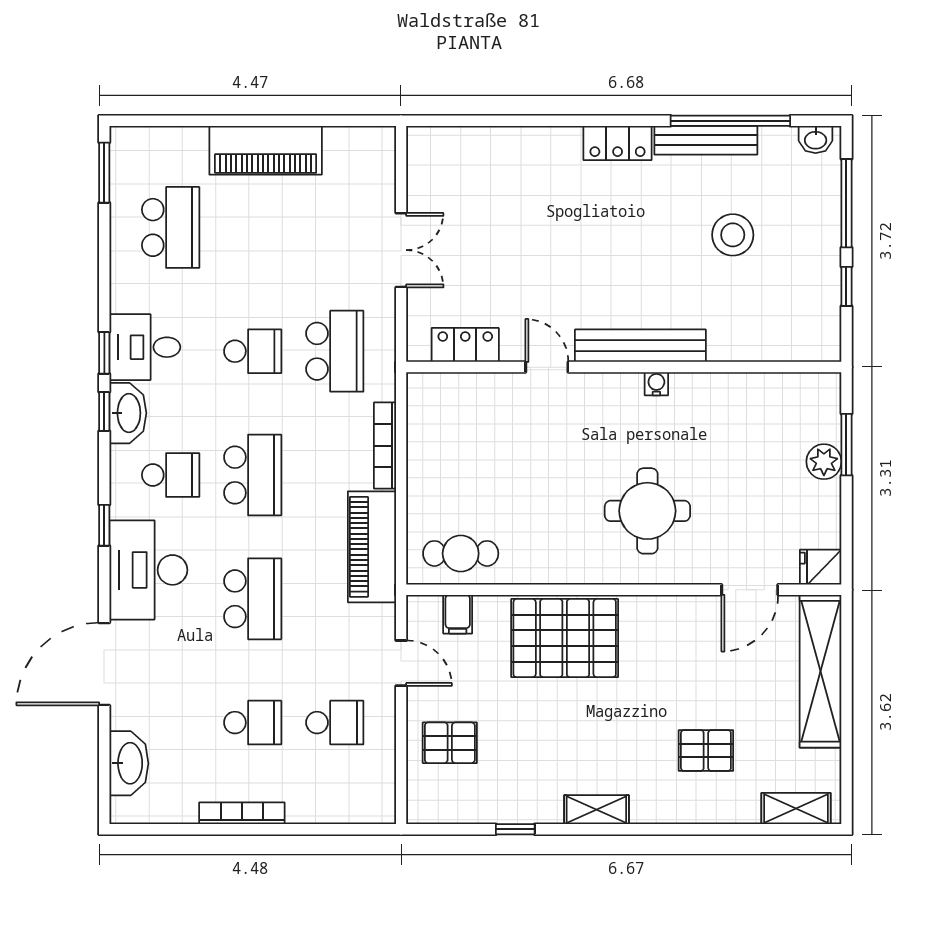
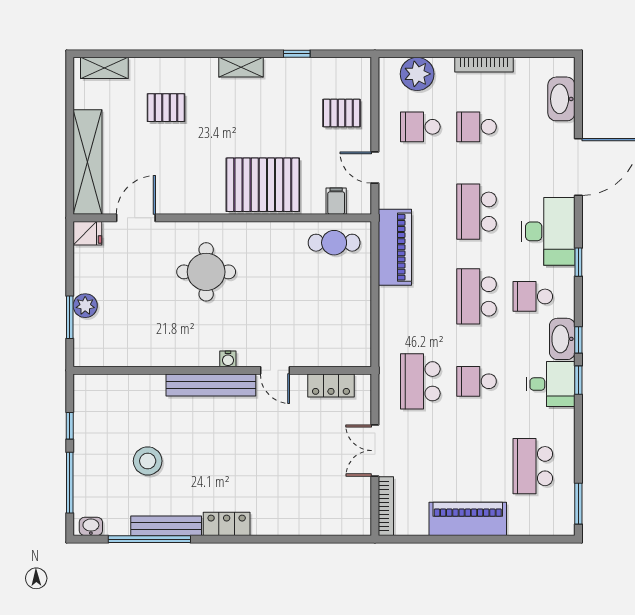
water cooler: (656, 384) -> (228, 359), moved
bookcase: (385, 446) -> (386, 506), moved
plant: (339, 800) -> (417, 74), added

